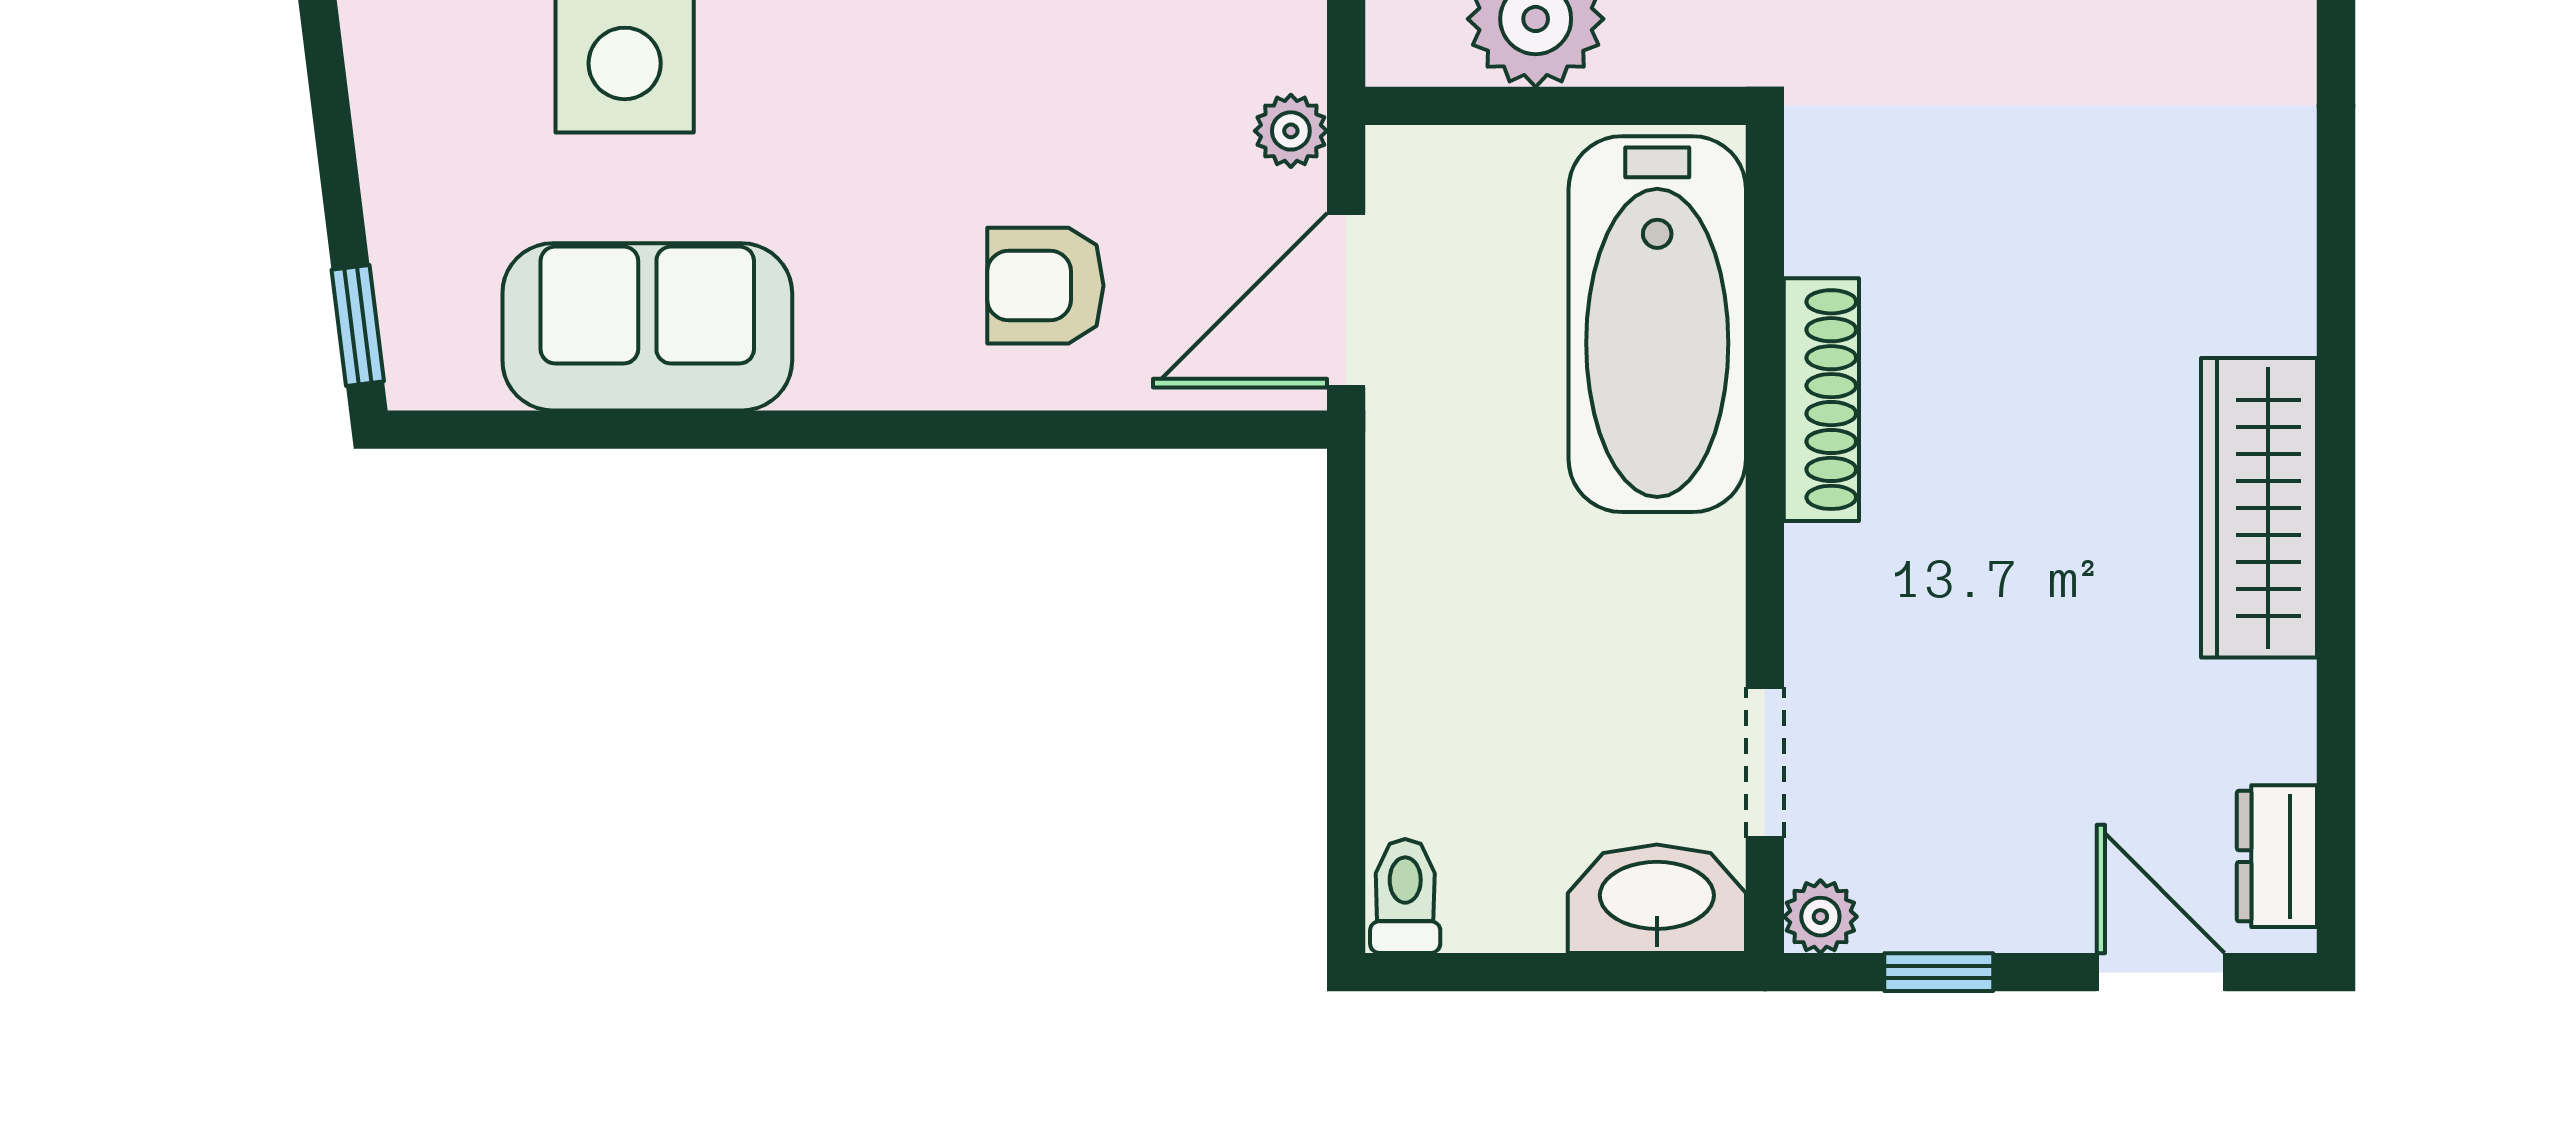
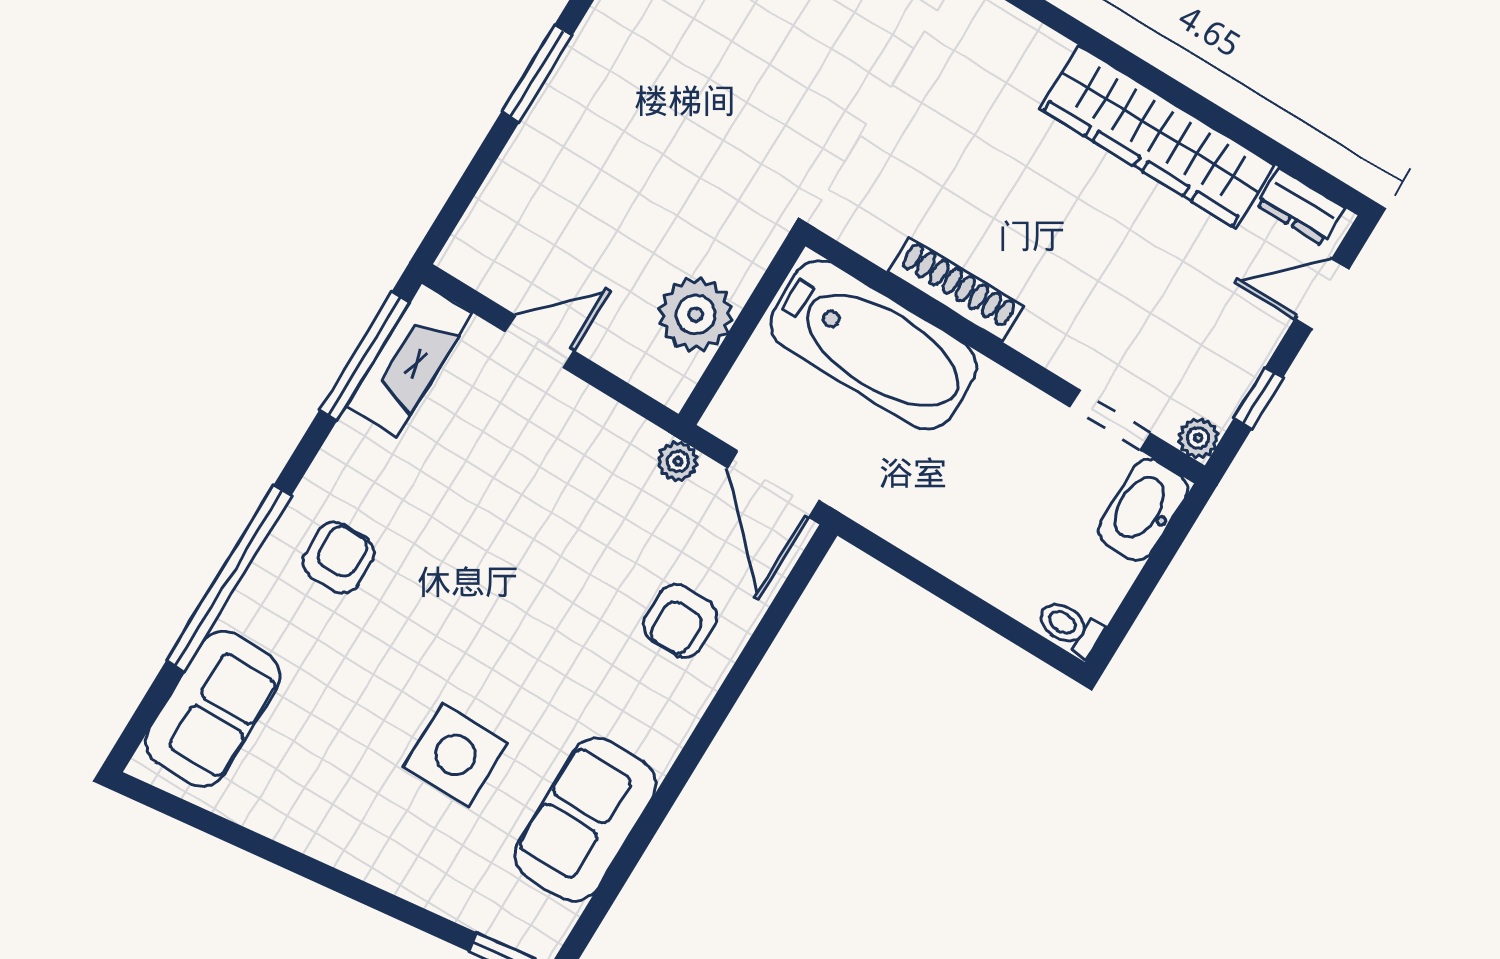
wardrobe: (2259, 508) -> (1157, 137), width x1.40, depth x1.17

